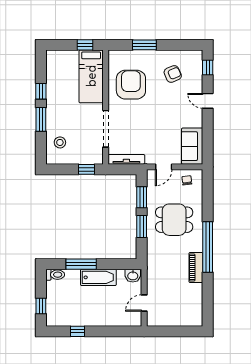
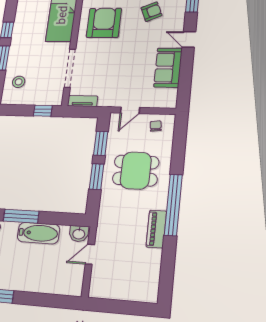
sofa: (192, 146) -> (168, 68), moved
tv unit: (126, 159) -> (83, 101), width x0.71
door: (144, 303) -> (90, 254), moved

